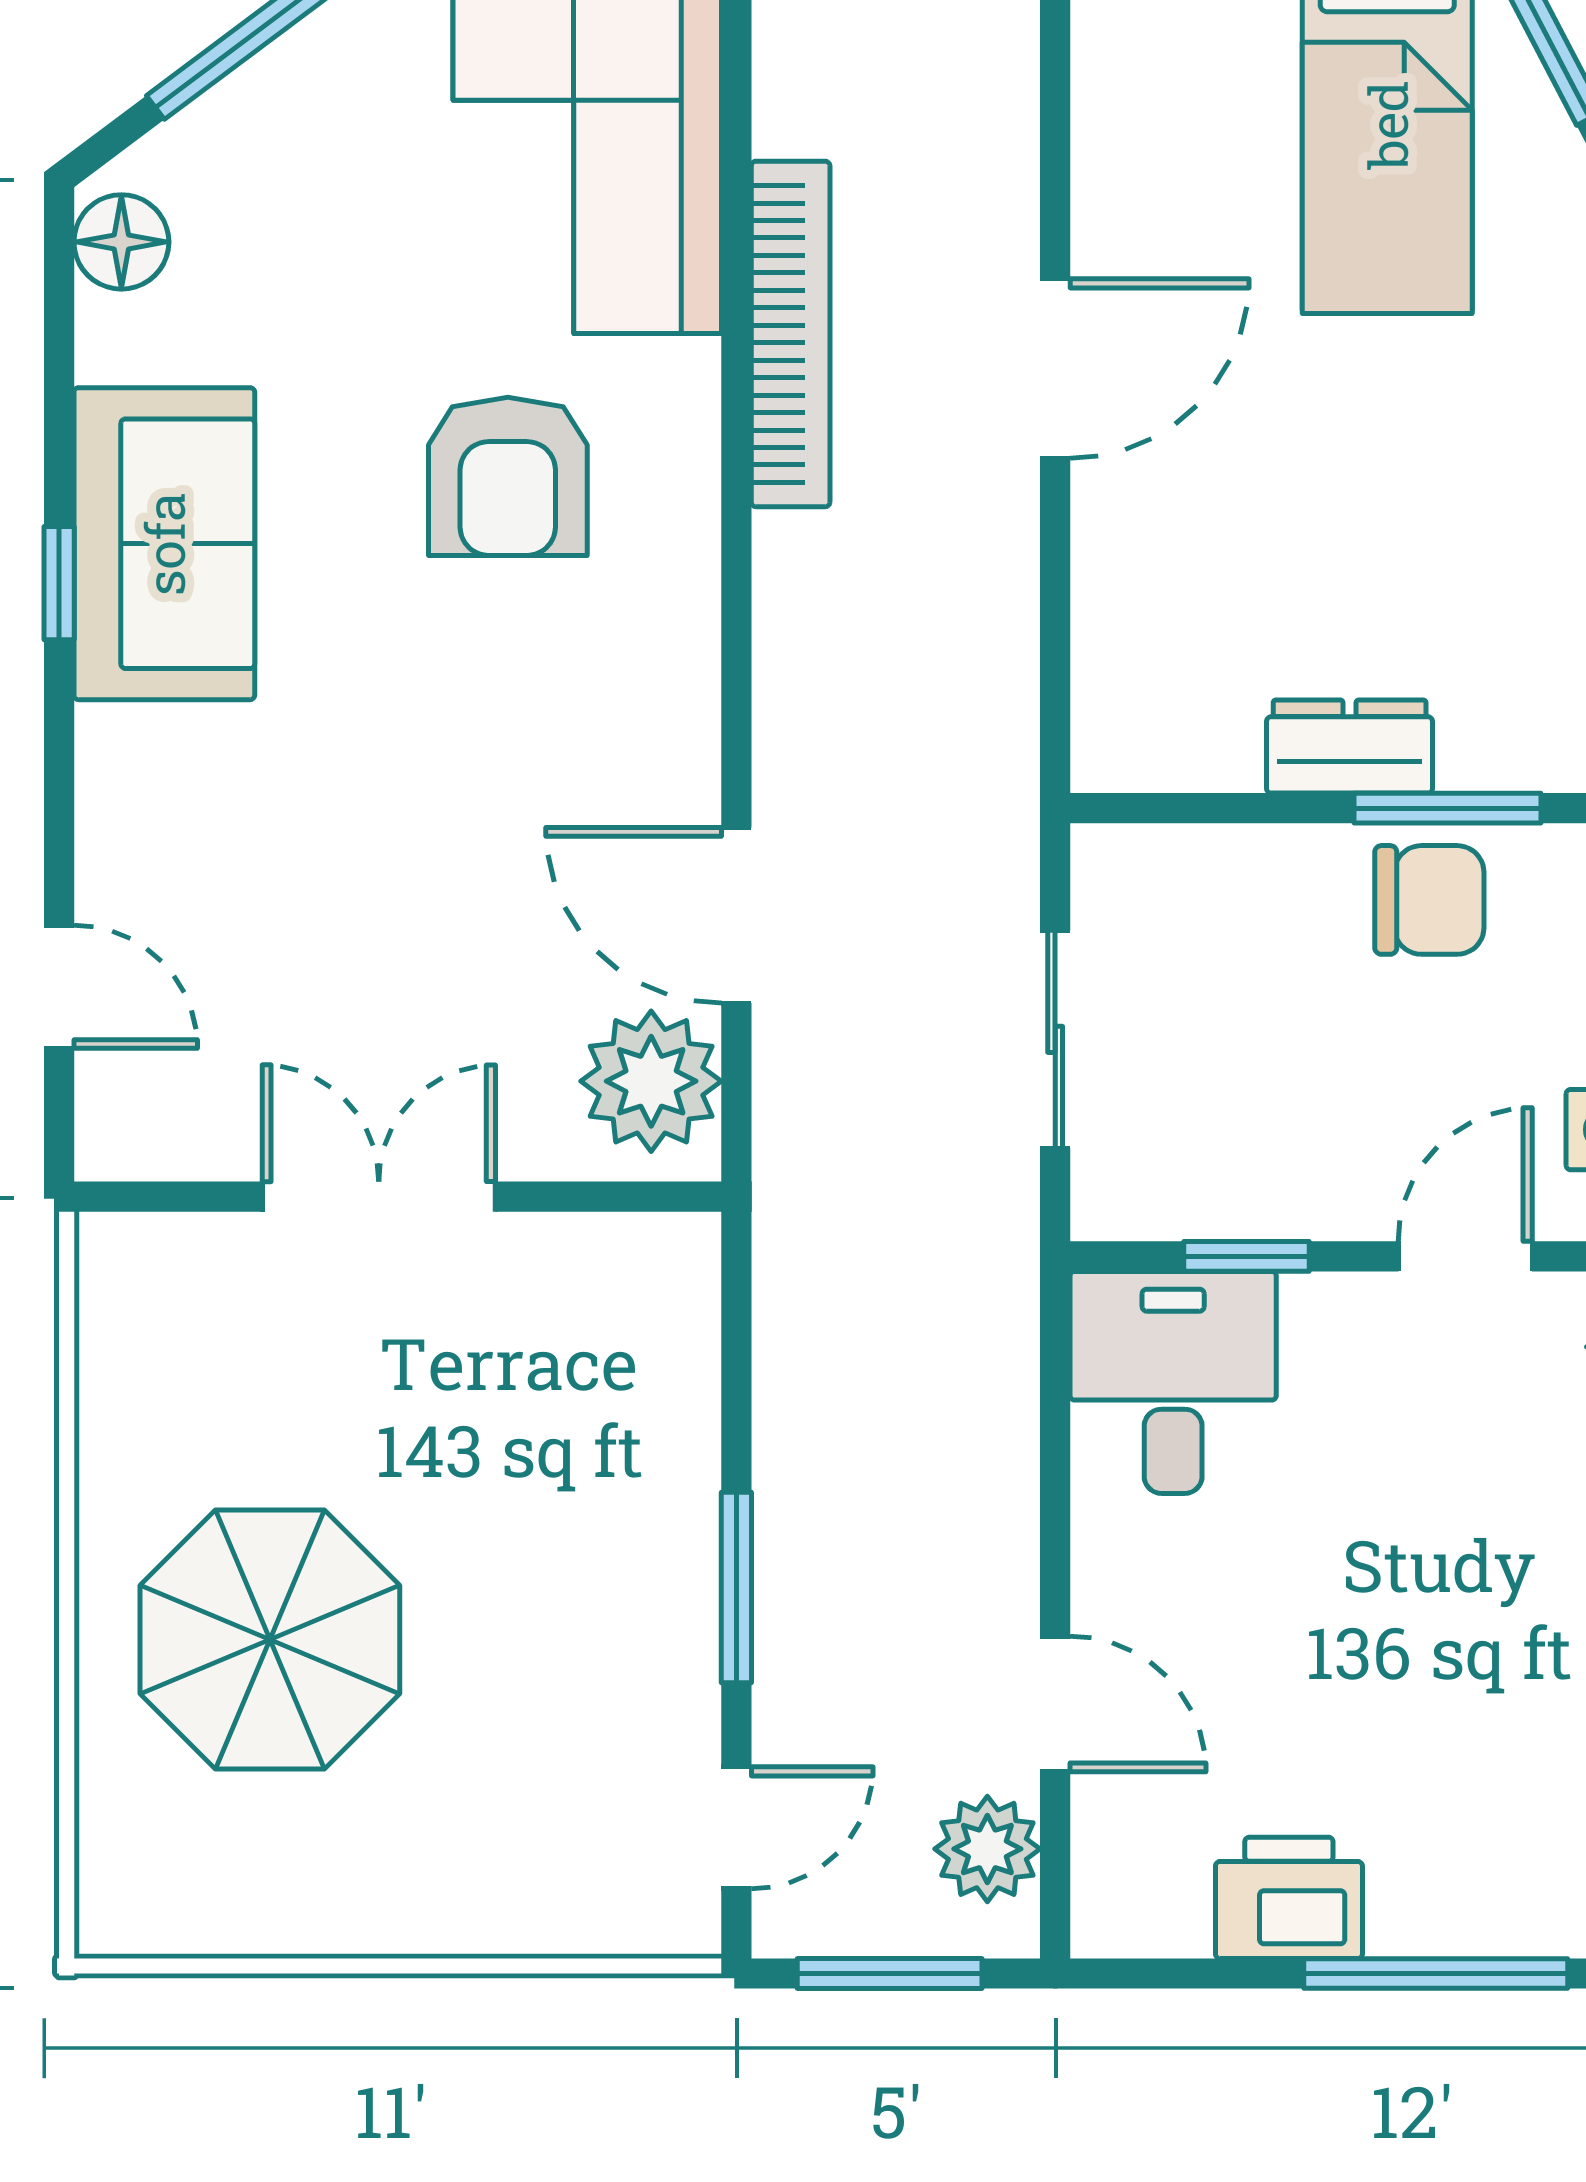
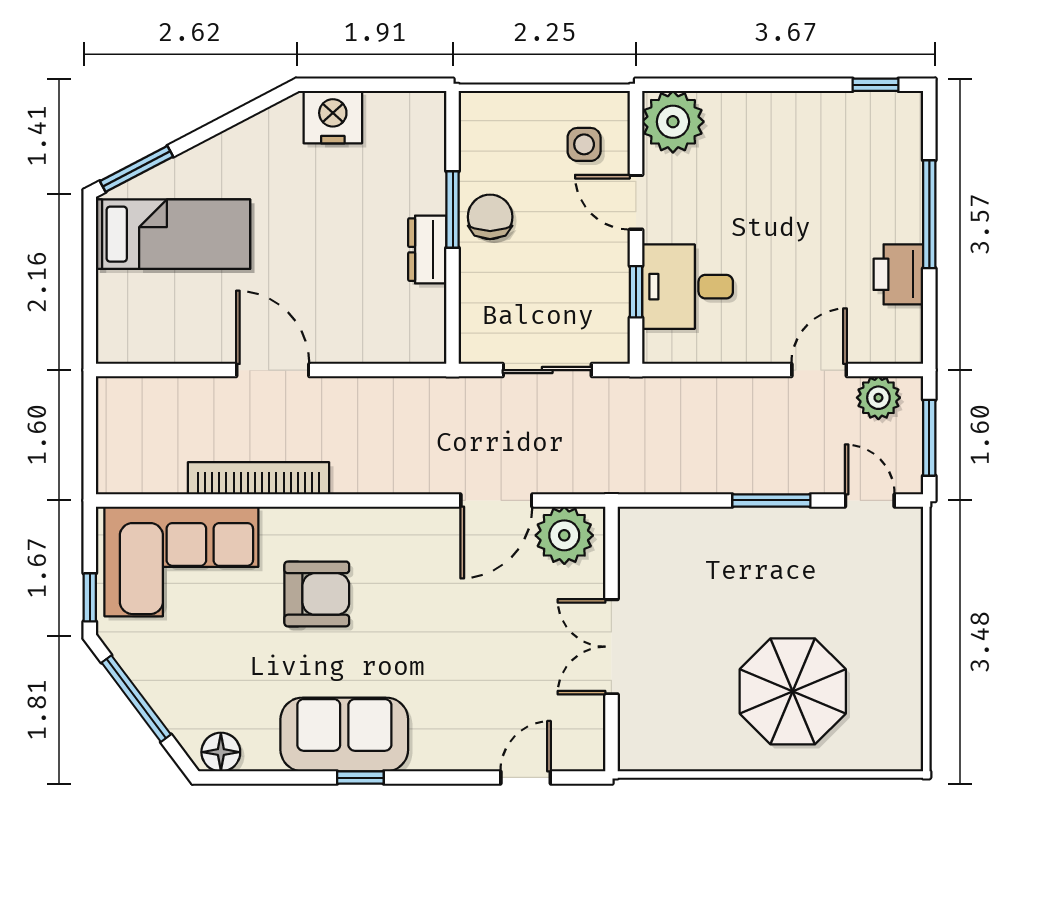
desk: (1173, 1382) -> (688, 287), moved

